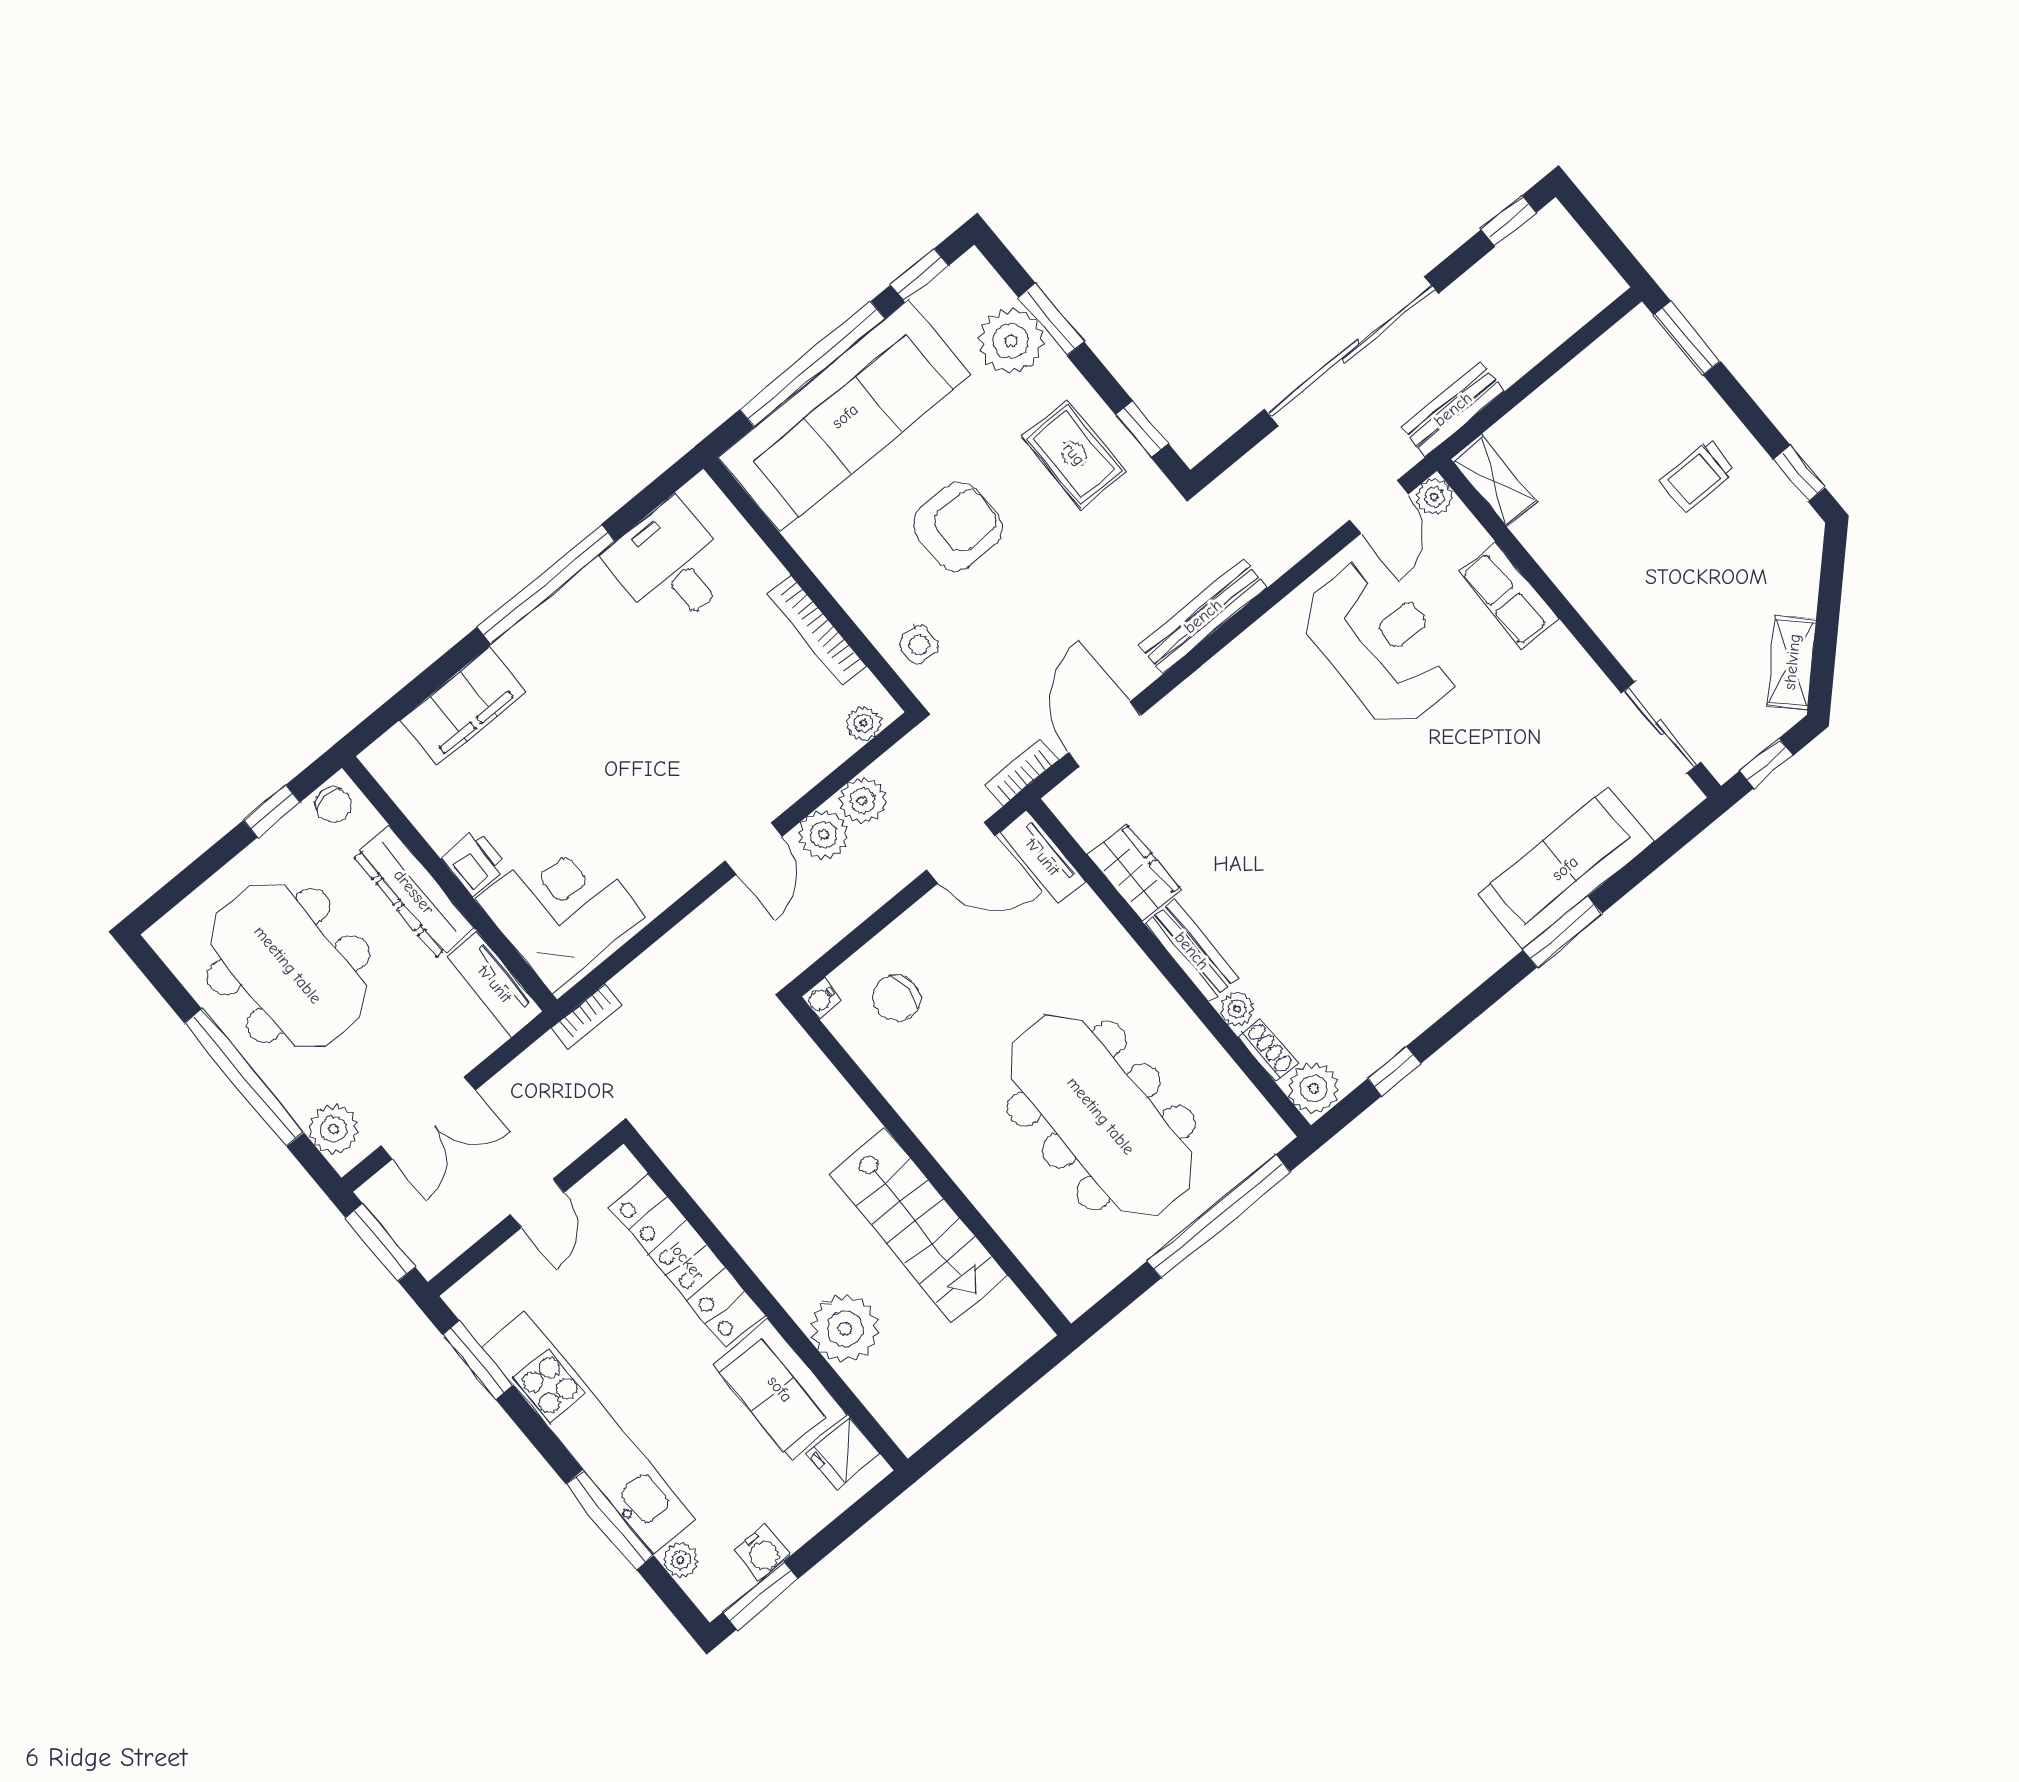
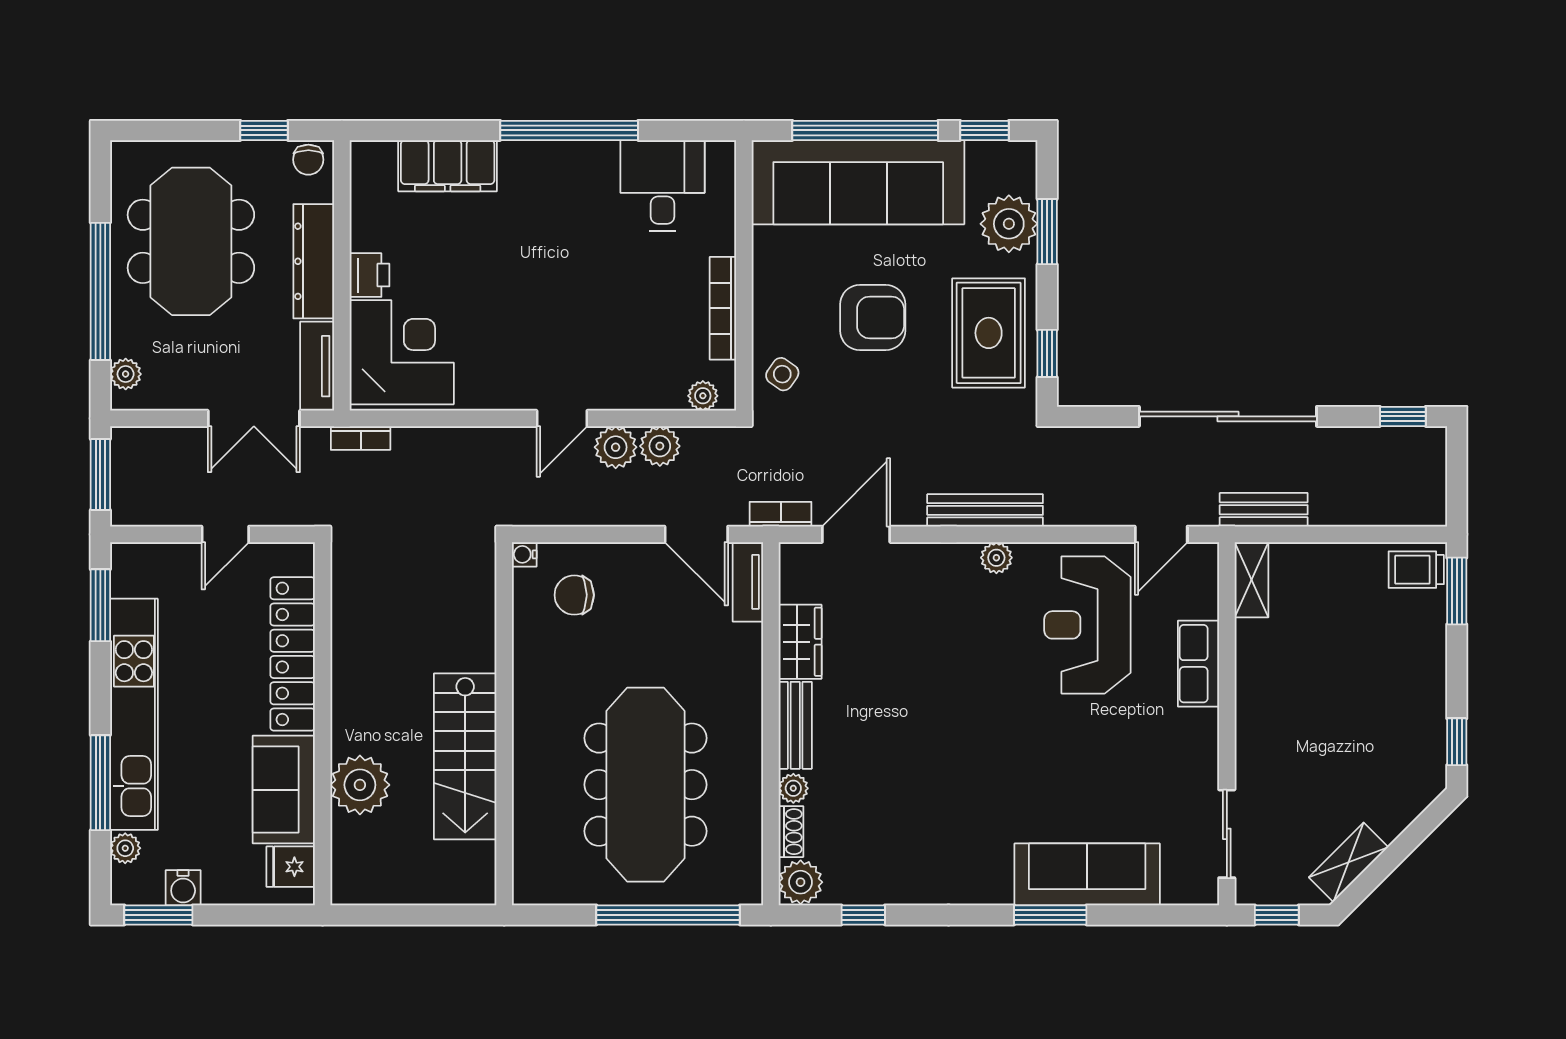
rug: (1074, 454) -> (989, 333), width x1.36, depth x1.43
trolley: (1697, 476) -> (1416, 570), moved
plant: (1434, 497) -> (996, 558), moved
reception desk: (1380, 643) -> (1087, 625), turned 180
side table: (919, 645) -> (782, 374), turned 35
double door: (428, 1118) -> (254, 418), moved
plant: (334, 1129) -> (126, 374), width x0.73, depth x0.73

